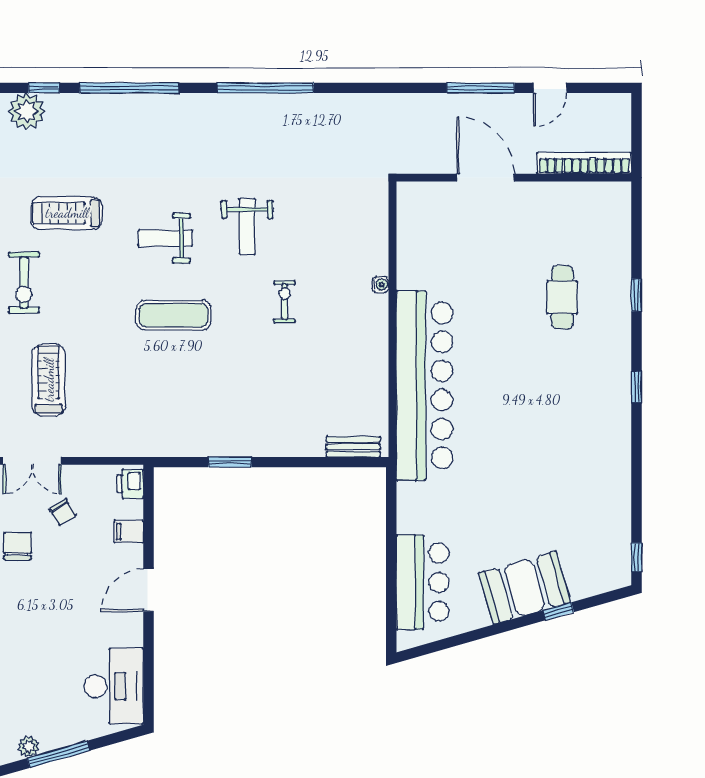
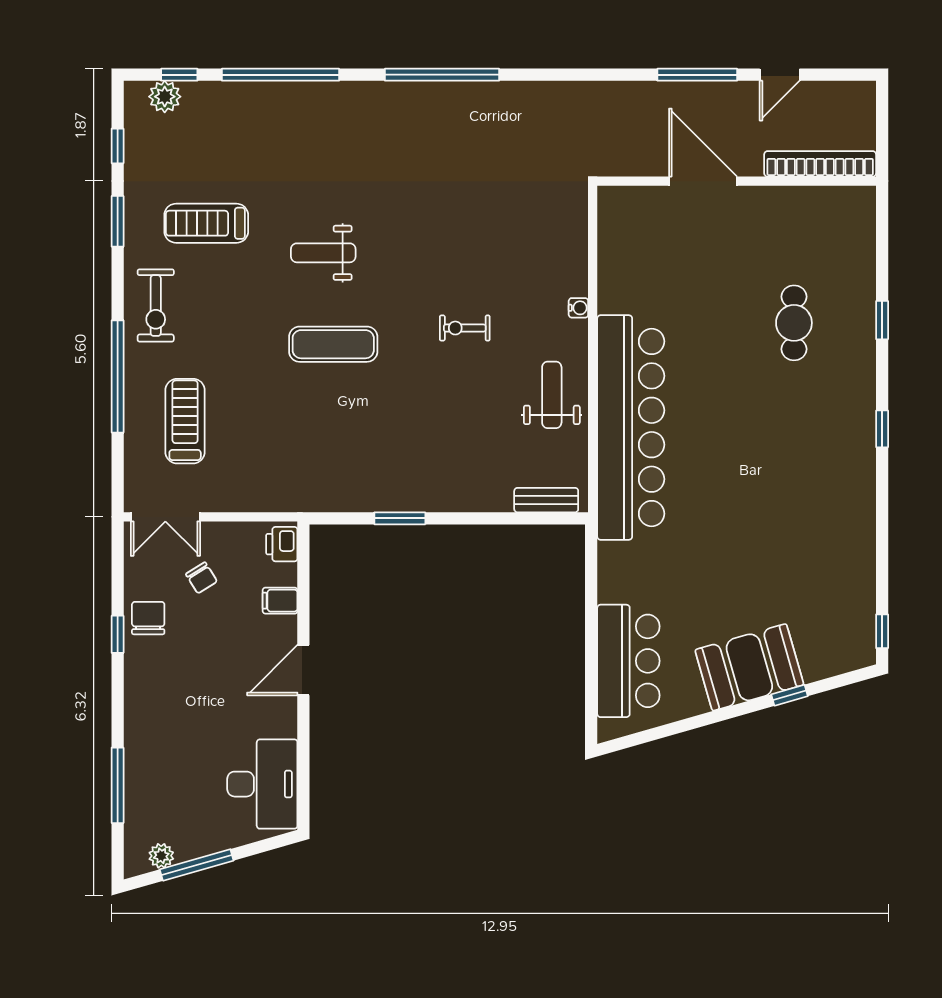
plant: (27, 111) -> (165, 97), width x0.73, depth x0.73
weight bench: (247, 226) -> (552, 395), moved, turned 180
exercise bike: (285, 302) -> (465, 328), turned -90

